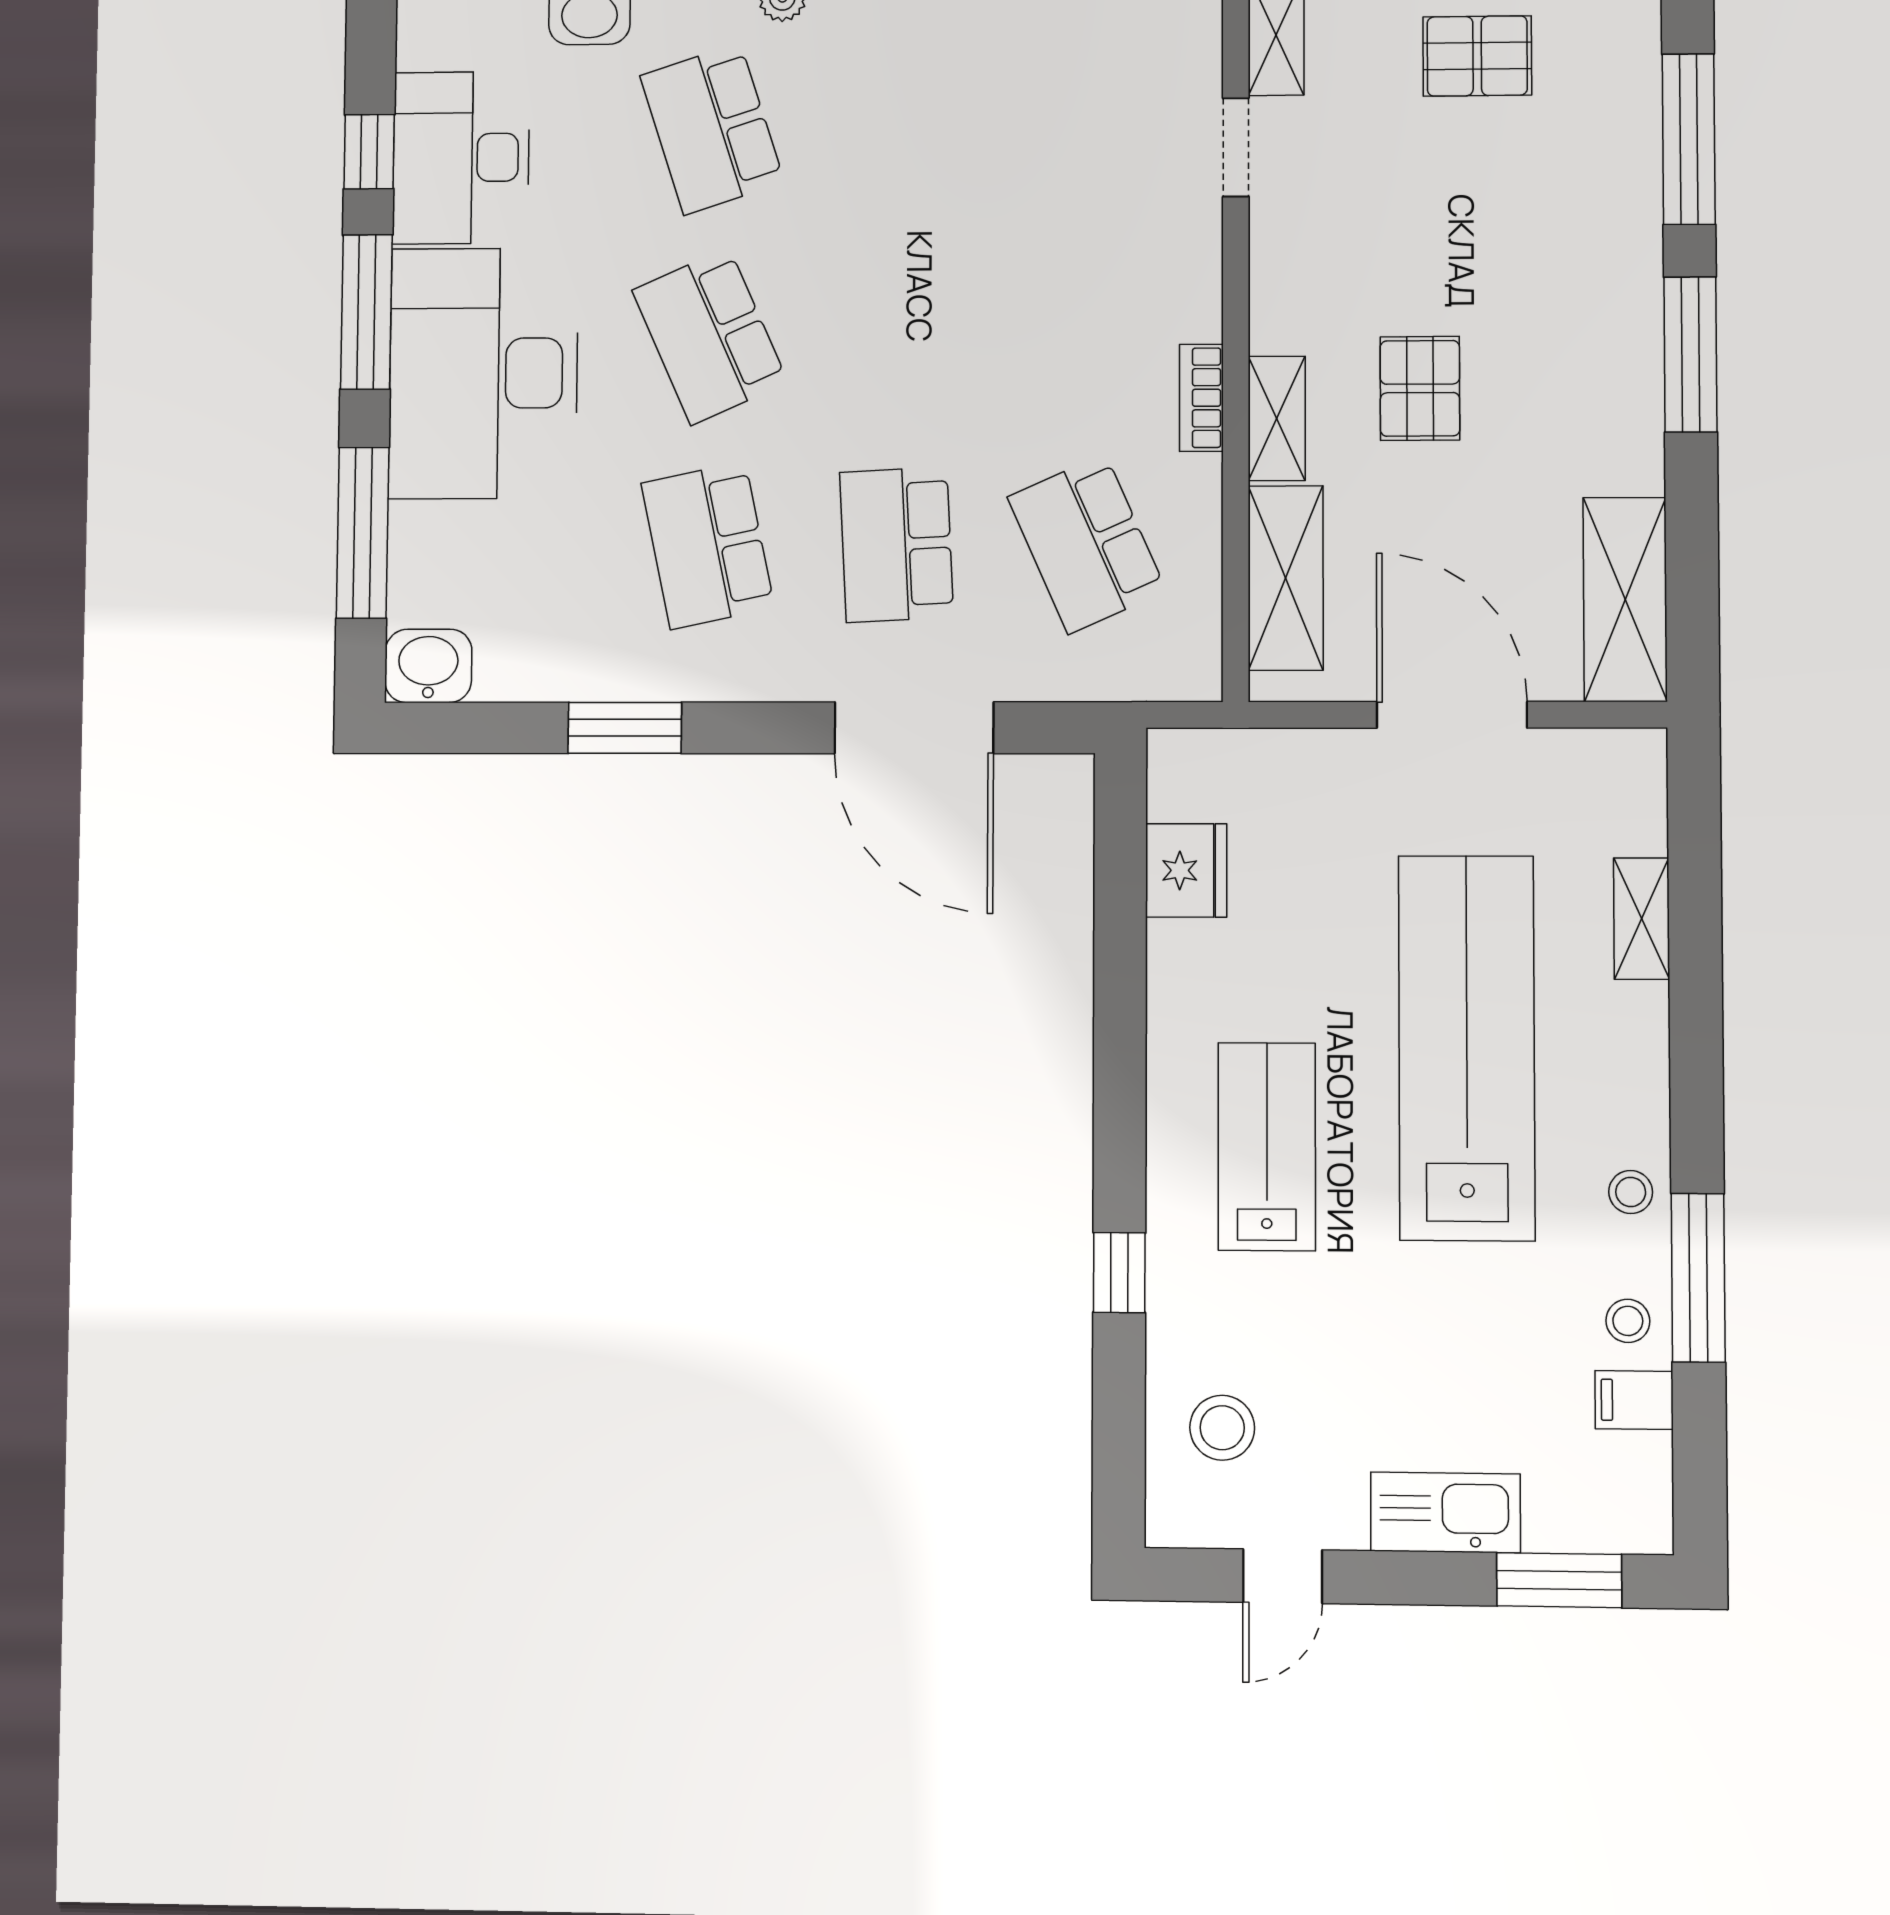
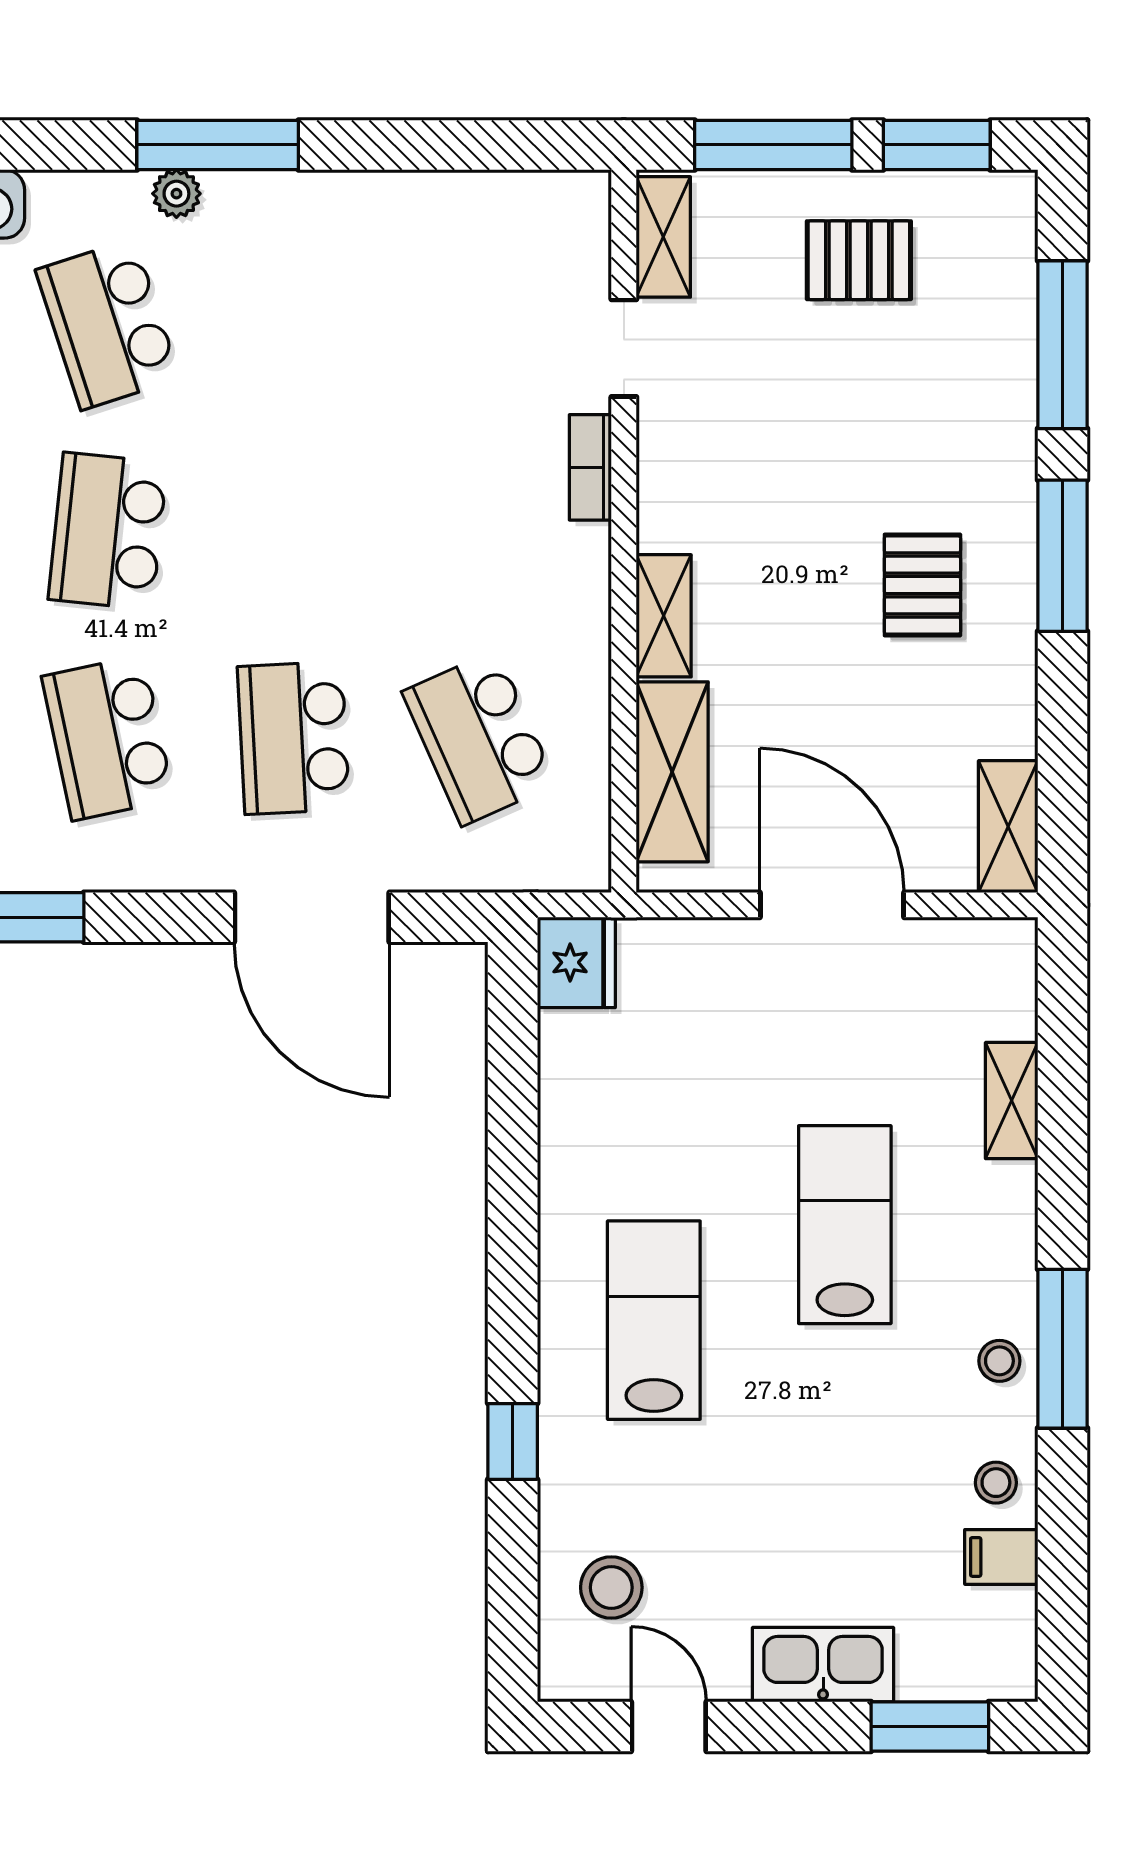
school desk: (710, 336) -> (108, 531), turned 30
pallet: (1420, 388) -> (922, 585), moved
bookcase: (1201, 398) -> (590, 467), moved
shelving: (1625, 600) -> (1008, 827), width x0.67, depth x0.75
fridge: (1186, 870) -> (576, 962), moved
lab bench: (1467, 1048) -> (845, 1225), width x0.54, depth x0.72
window: (1698, 1278) -> (1062, 1349), moved
door: (1283, 1576) -> (669, 1727), swing flipped

